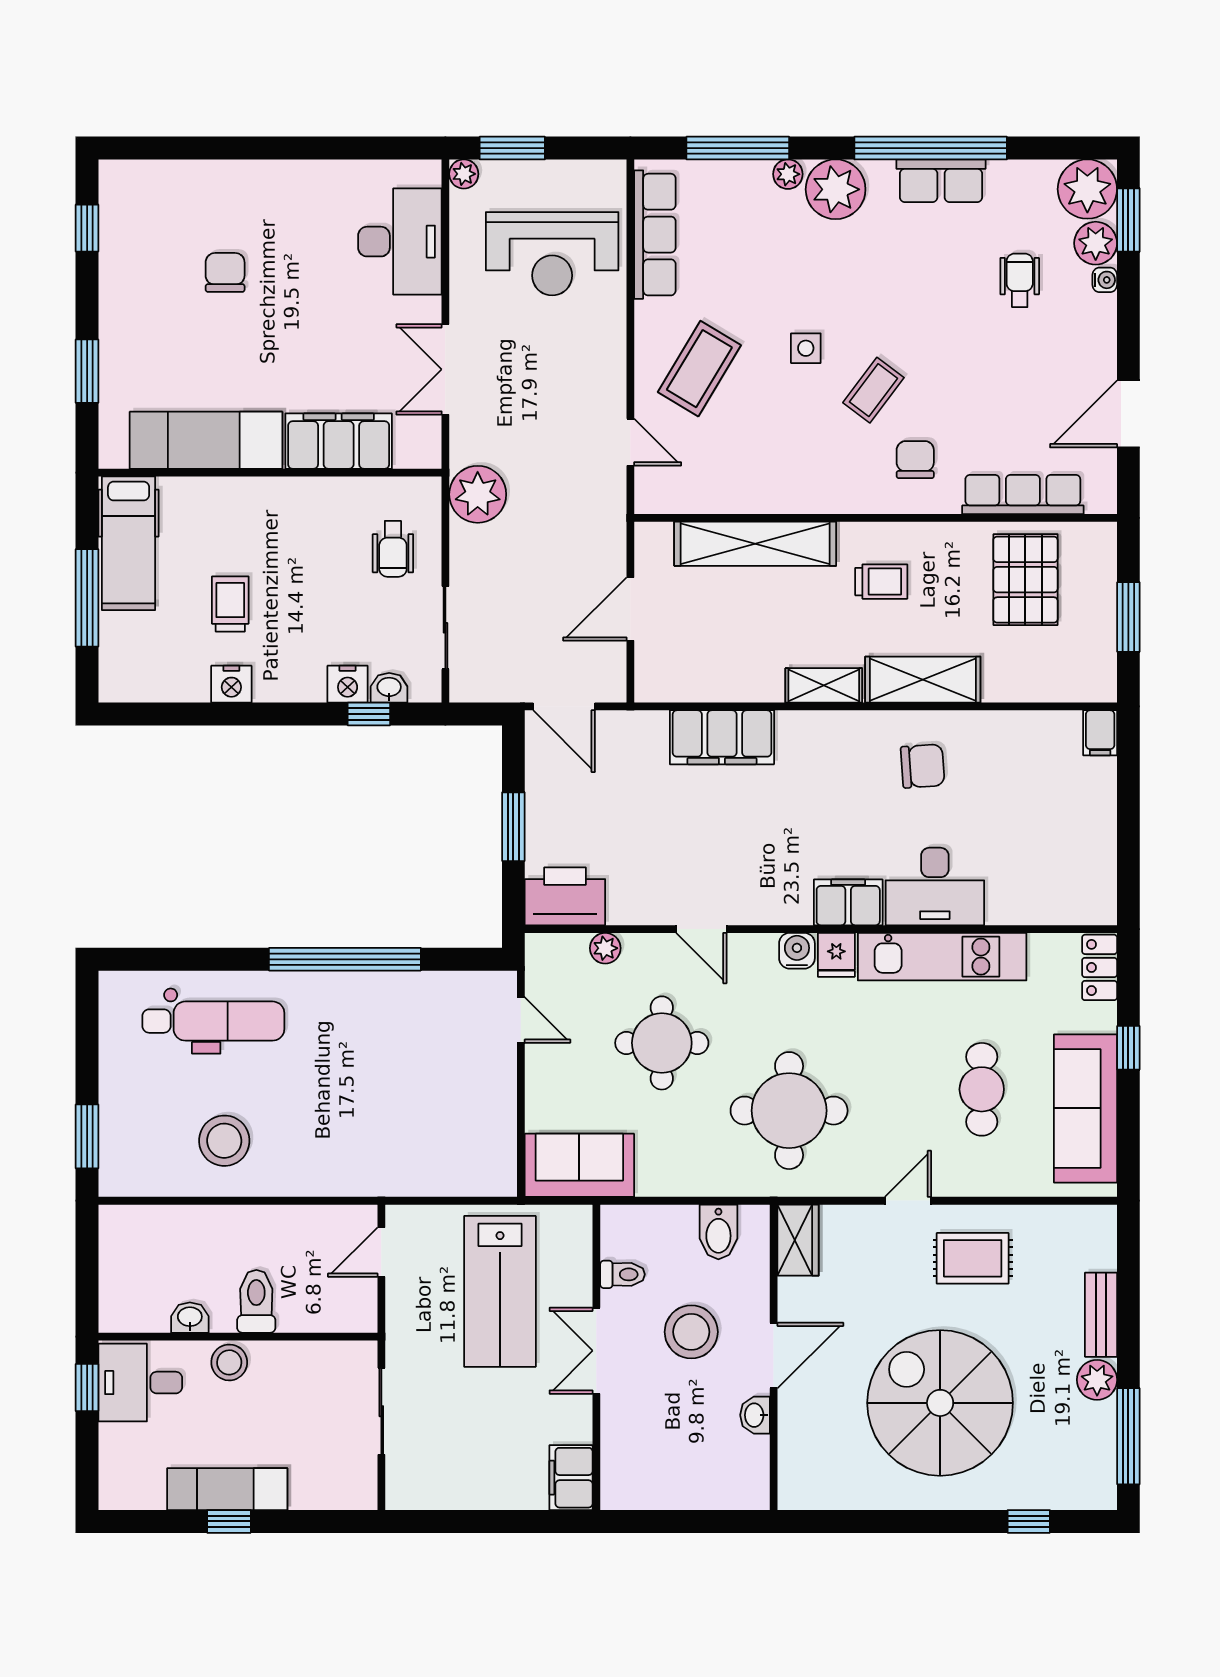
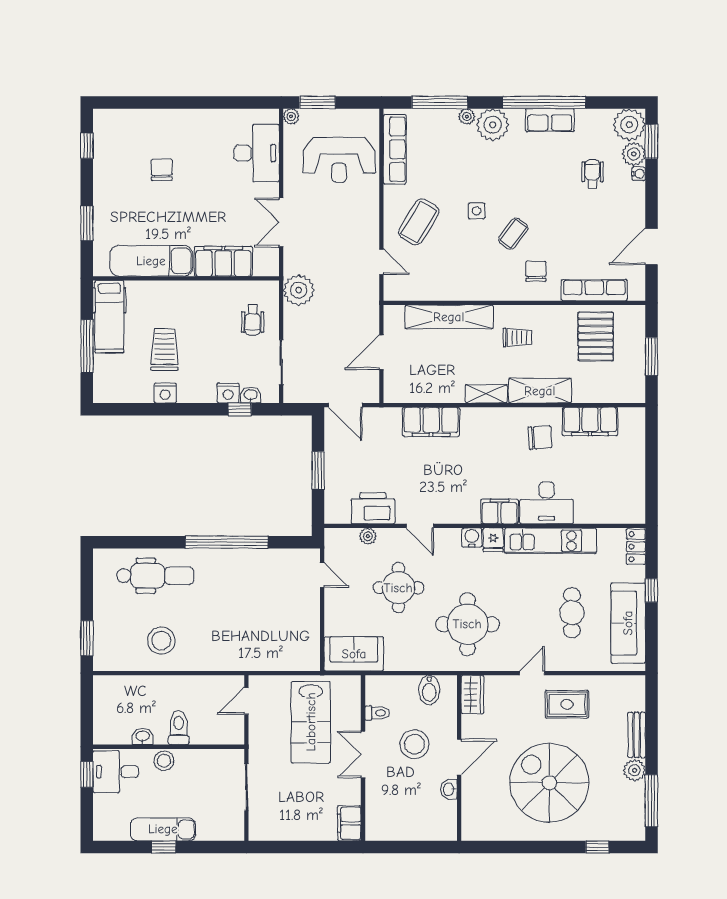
trolley: (230, 604) -> (165, 350), width x1.36, depth x1.39
filing cabinet: (1100, 733) -> (590, 421), moved, width x3.00, depth x1.17
printer: (565, 896) -> (373, 508), moved

